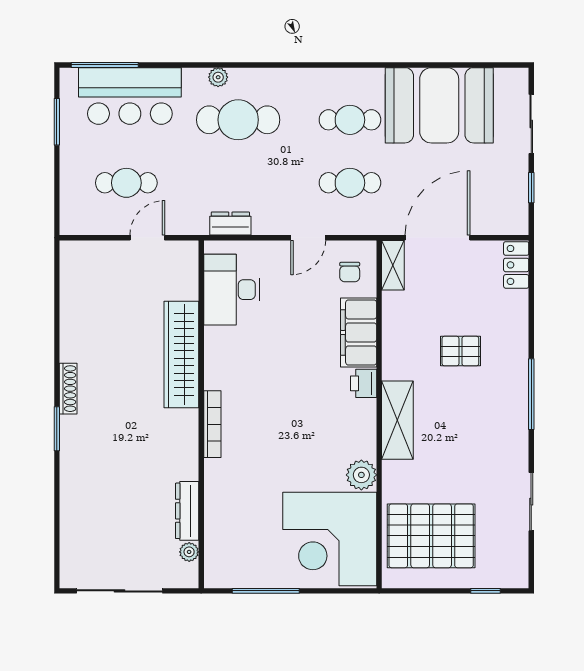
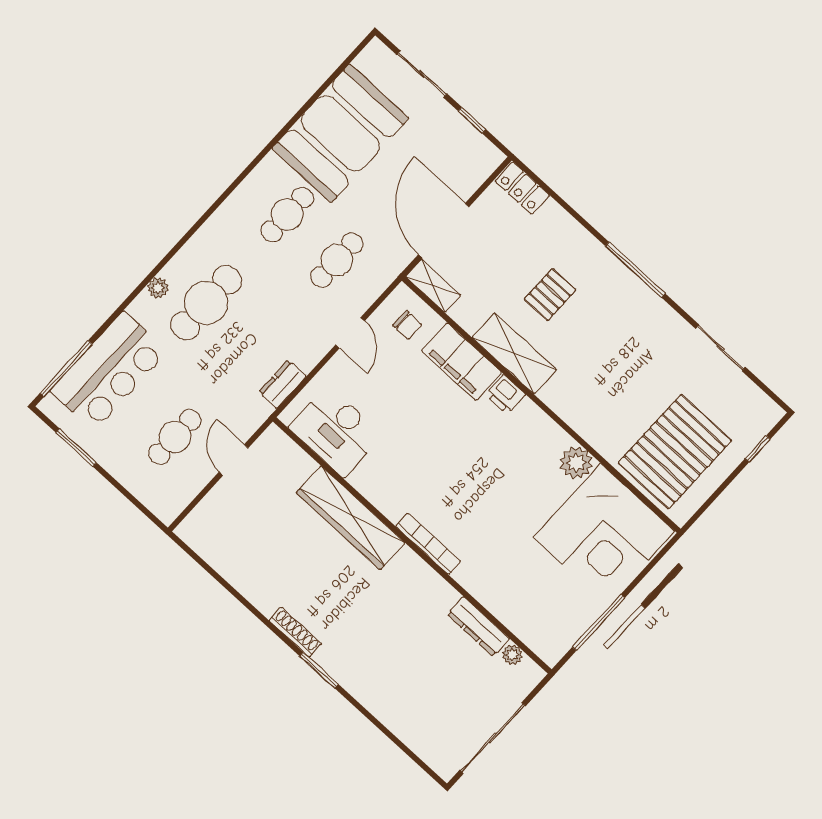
shelving: (397, 420) -> (514, 354), moved

